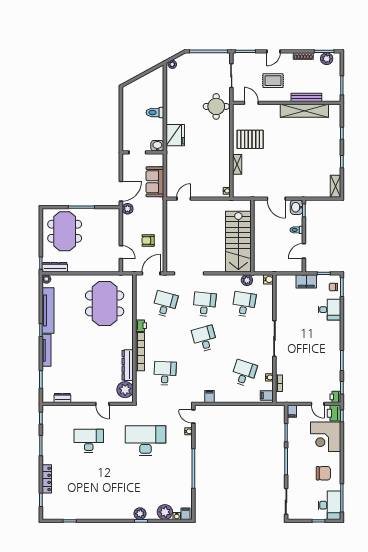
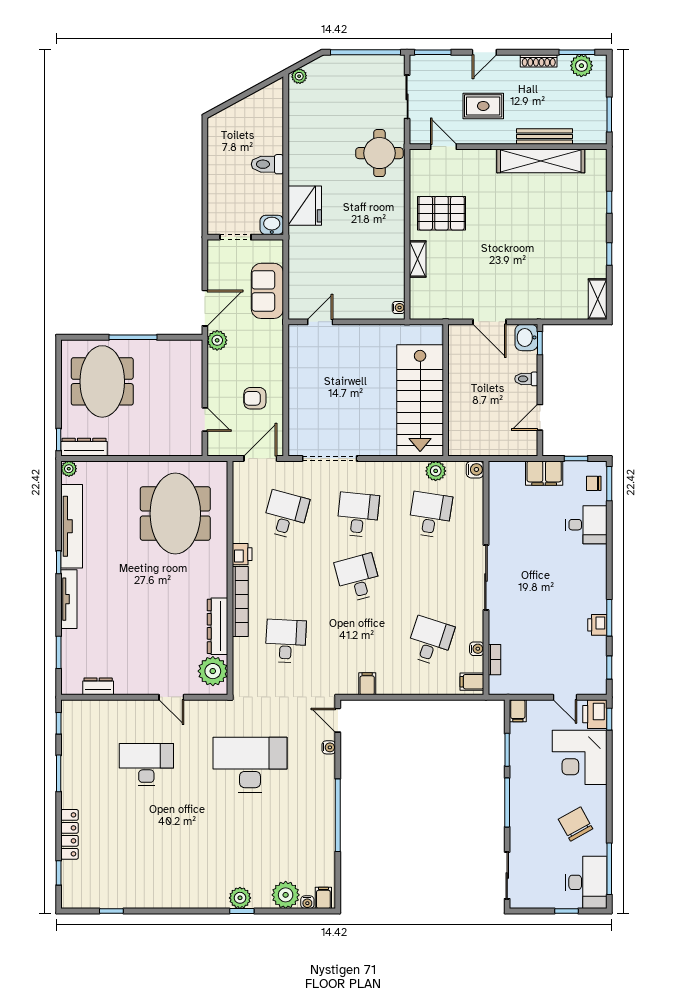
printer: (335, 397) -> (597, 625), moved
chair: (323, 473) -> (576, 824), turned -119

